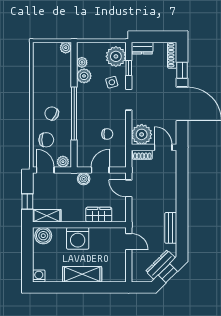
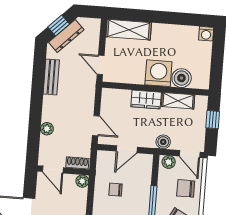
plant: (142, 134) -> (82, 181), width x0.53, depth x0.53
boiler: (84, 179) -> (163, 142), moved
plant: (171, 182) -> (47, 129), added
wardrobe: (99, 215) -> (146, 99), moved
shelving: (47, 216) -> (178, 101), moved
boiler: (43, 236) -> (182, 78), moved
shelving: (82, 274) -> (129, 30), moved

